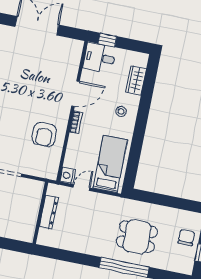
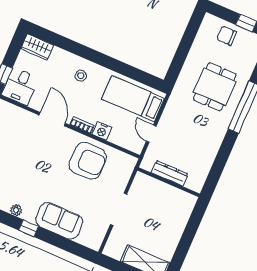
wardrobe: (136, 80) -> (37, 47), moved
armchair: (44, 134) -> (88, 161), width x1.36, depth x1.36
nightstand: (68, 176) -> (102, 131), moved

